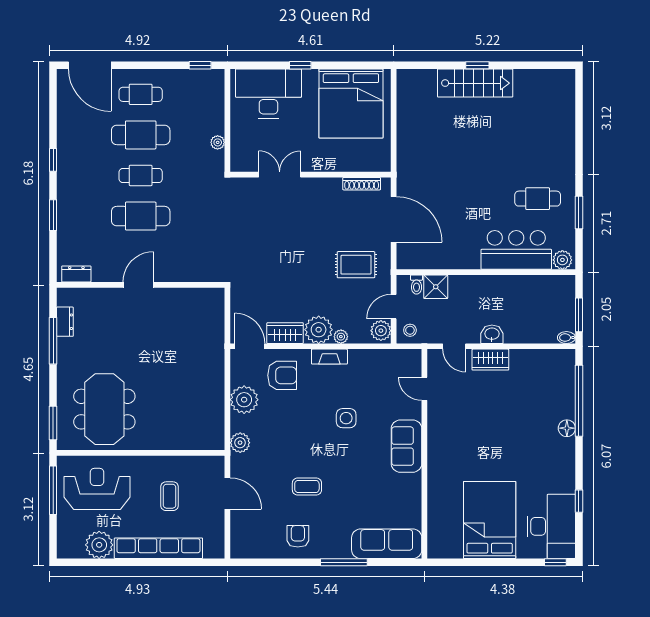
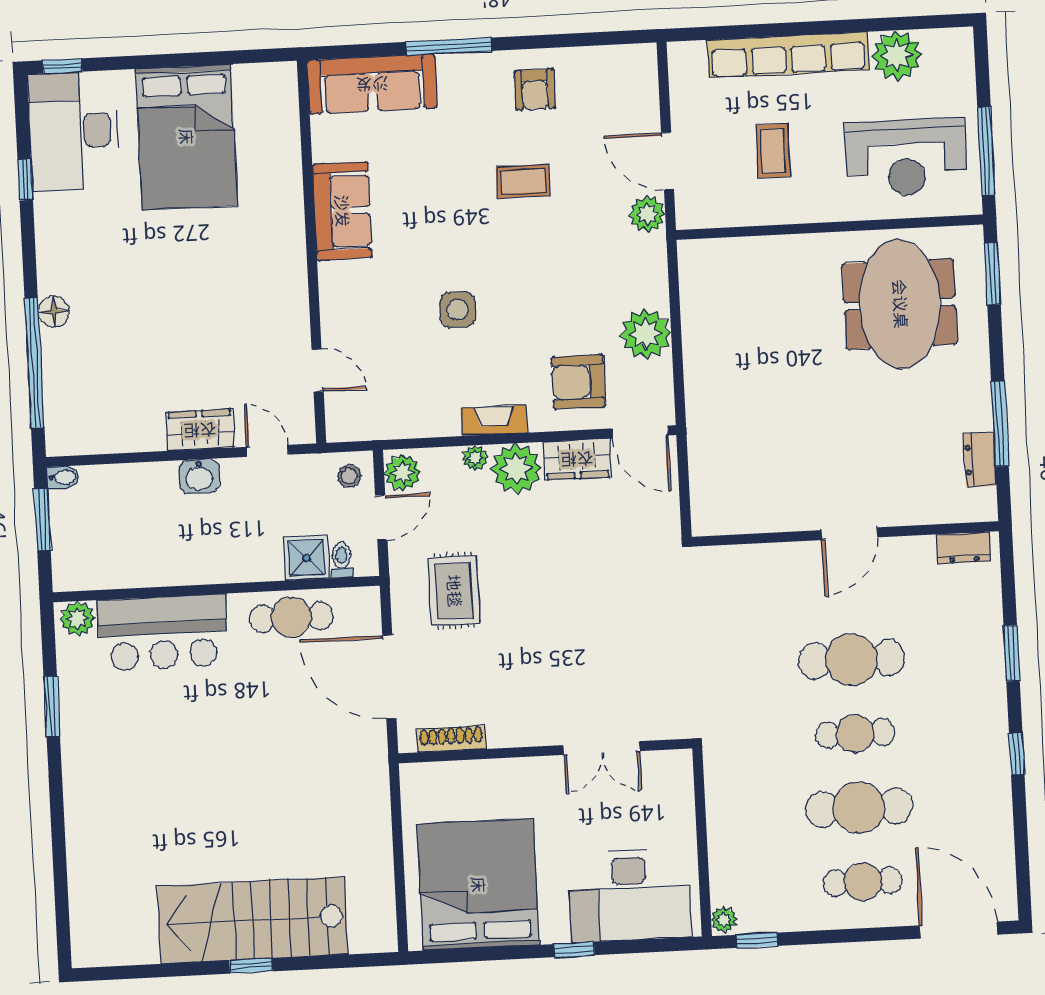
stairs: (475, 83) -> (253, 920), width x1.36, depth x1.51
plant: (218, 142) -> (724, 919), moved
cafe table: (538, 199) -> (291, 617), moved
rug: (356, 265) -> (454, 591), turned 90
plant: (240, 443) -> (647, 214), moved
sofa: (406, 446) -> (342, 211), moved

